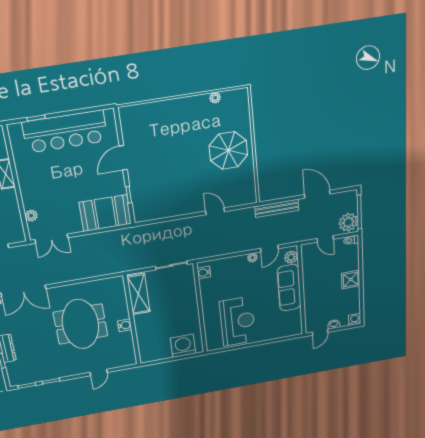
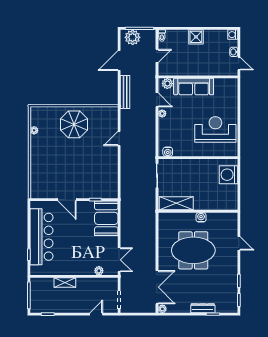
plant: (348, 222) -> (133, 37), moved

